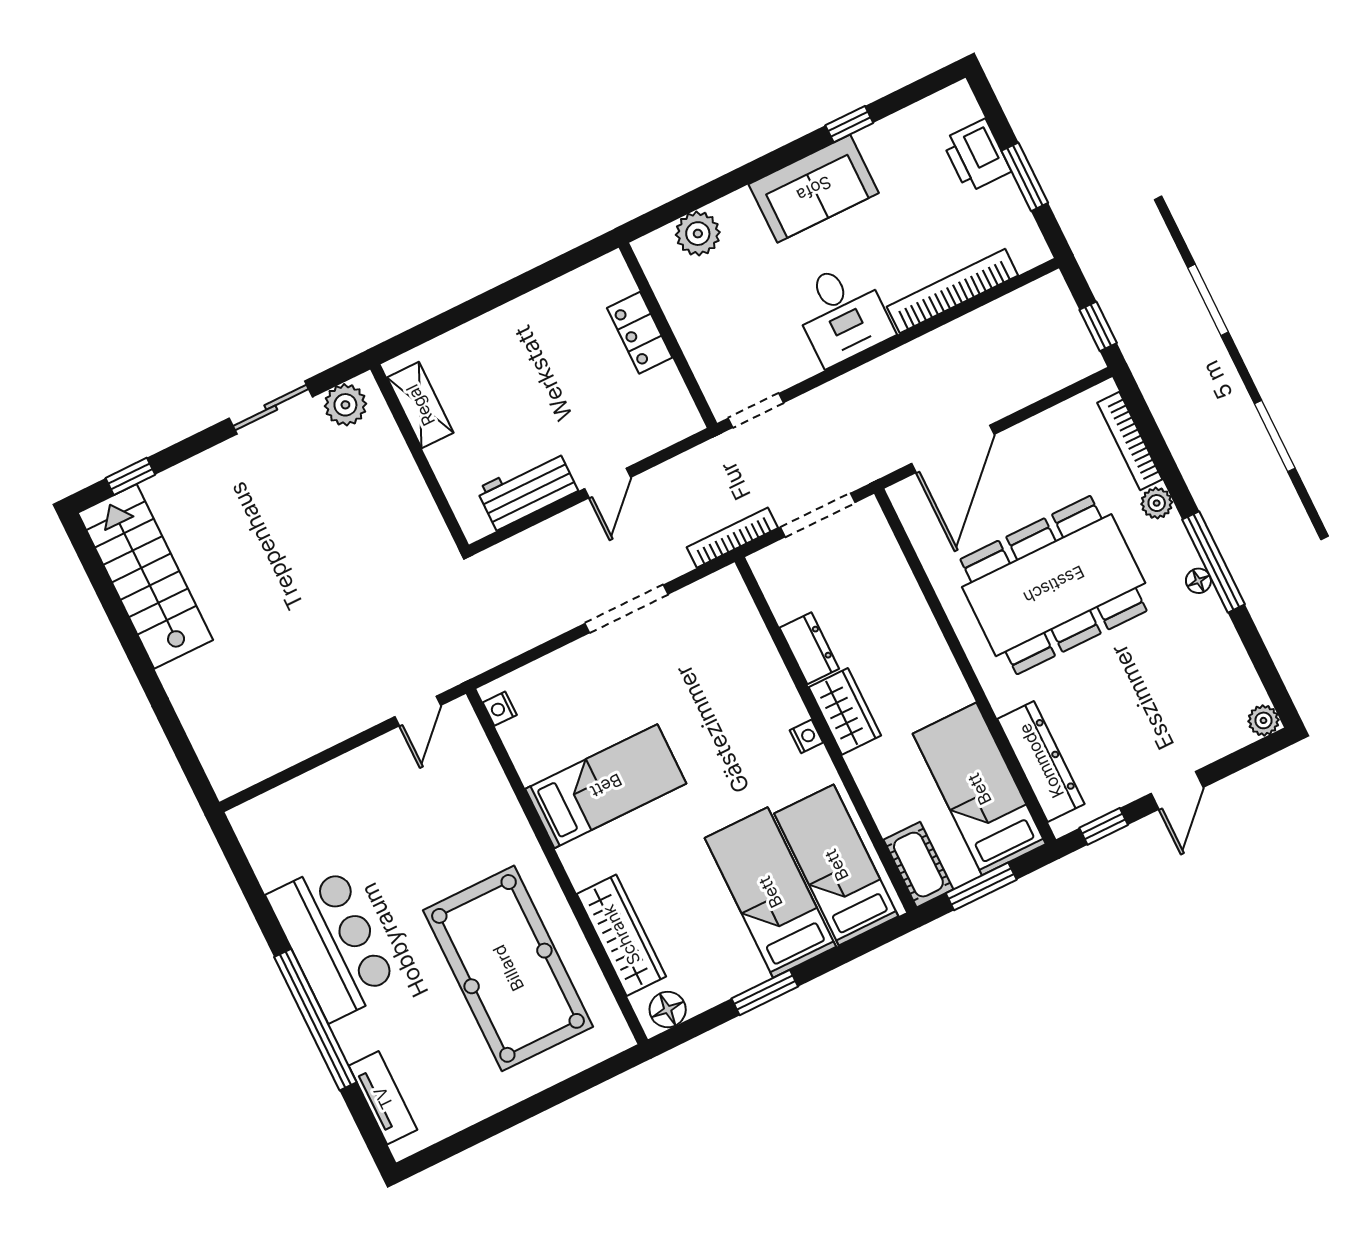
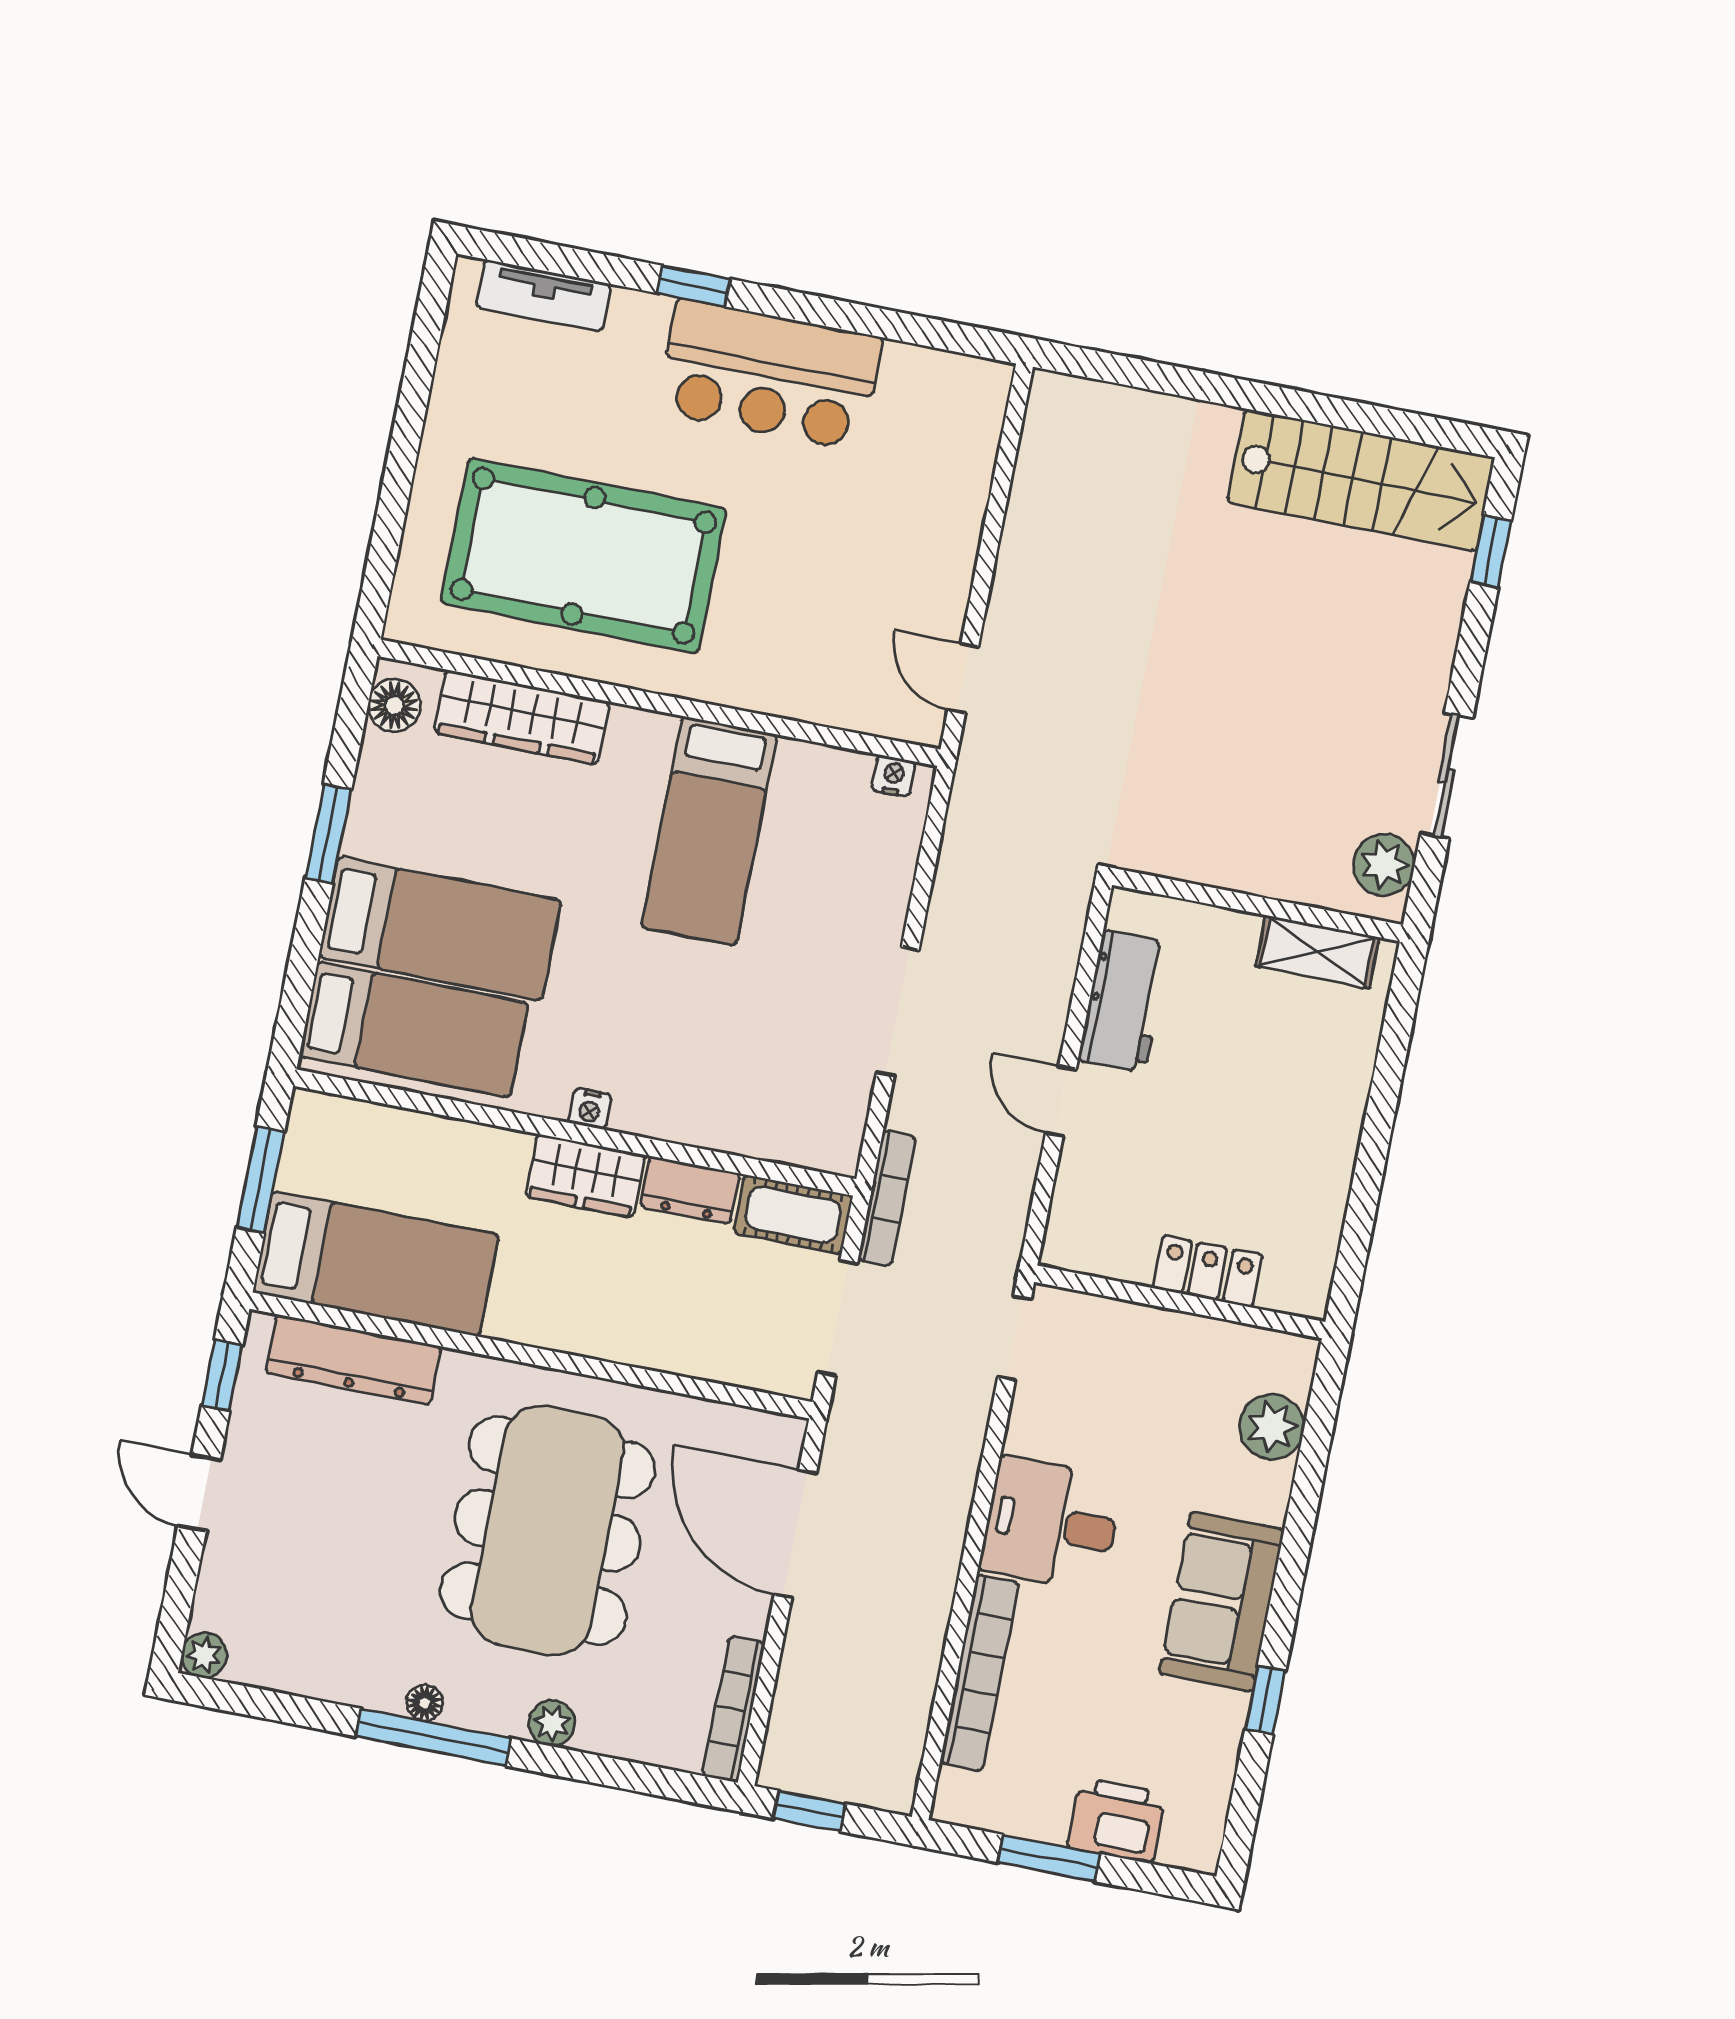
bookcase: (1130, 441) -> (734, 1709), moved, turned -90
cot: (918, 865) -> (793, 1214), moved
window: (315, 1020) -> (694, 286), width x0.32

